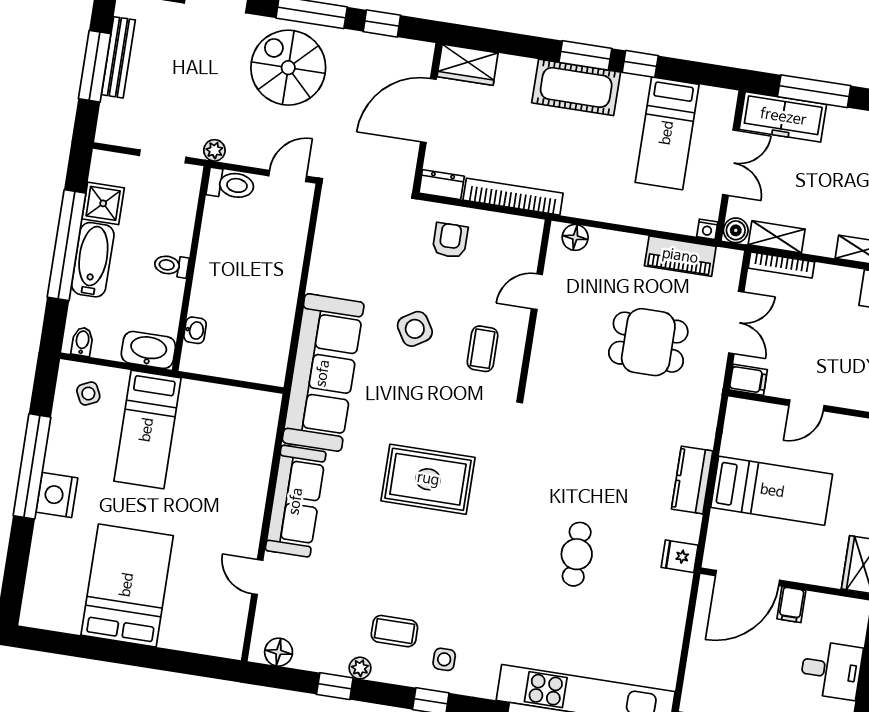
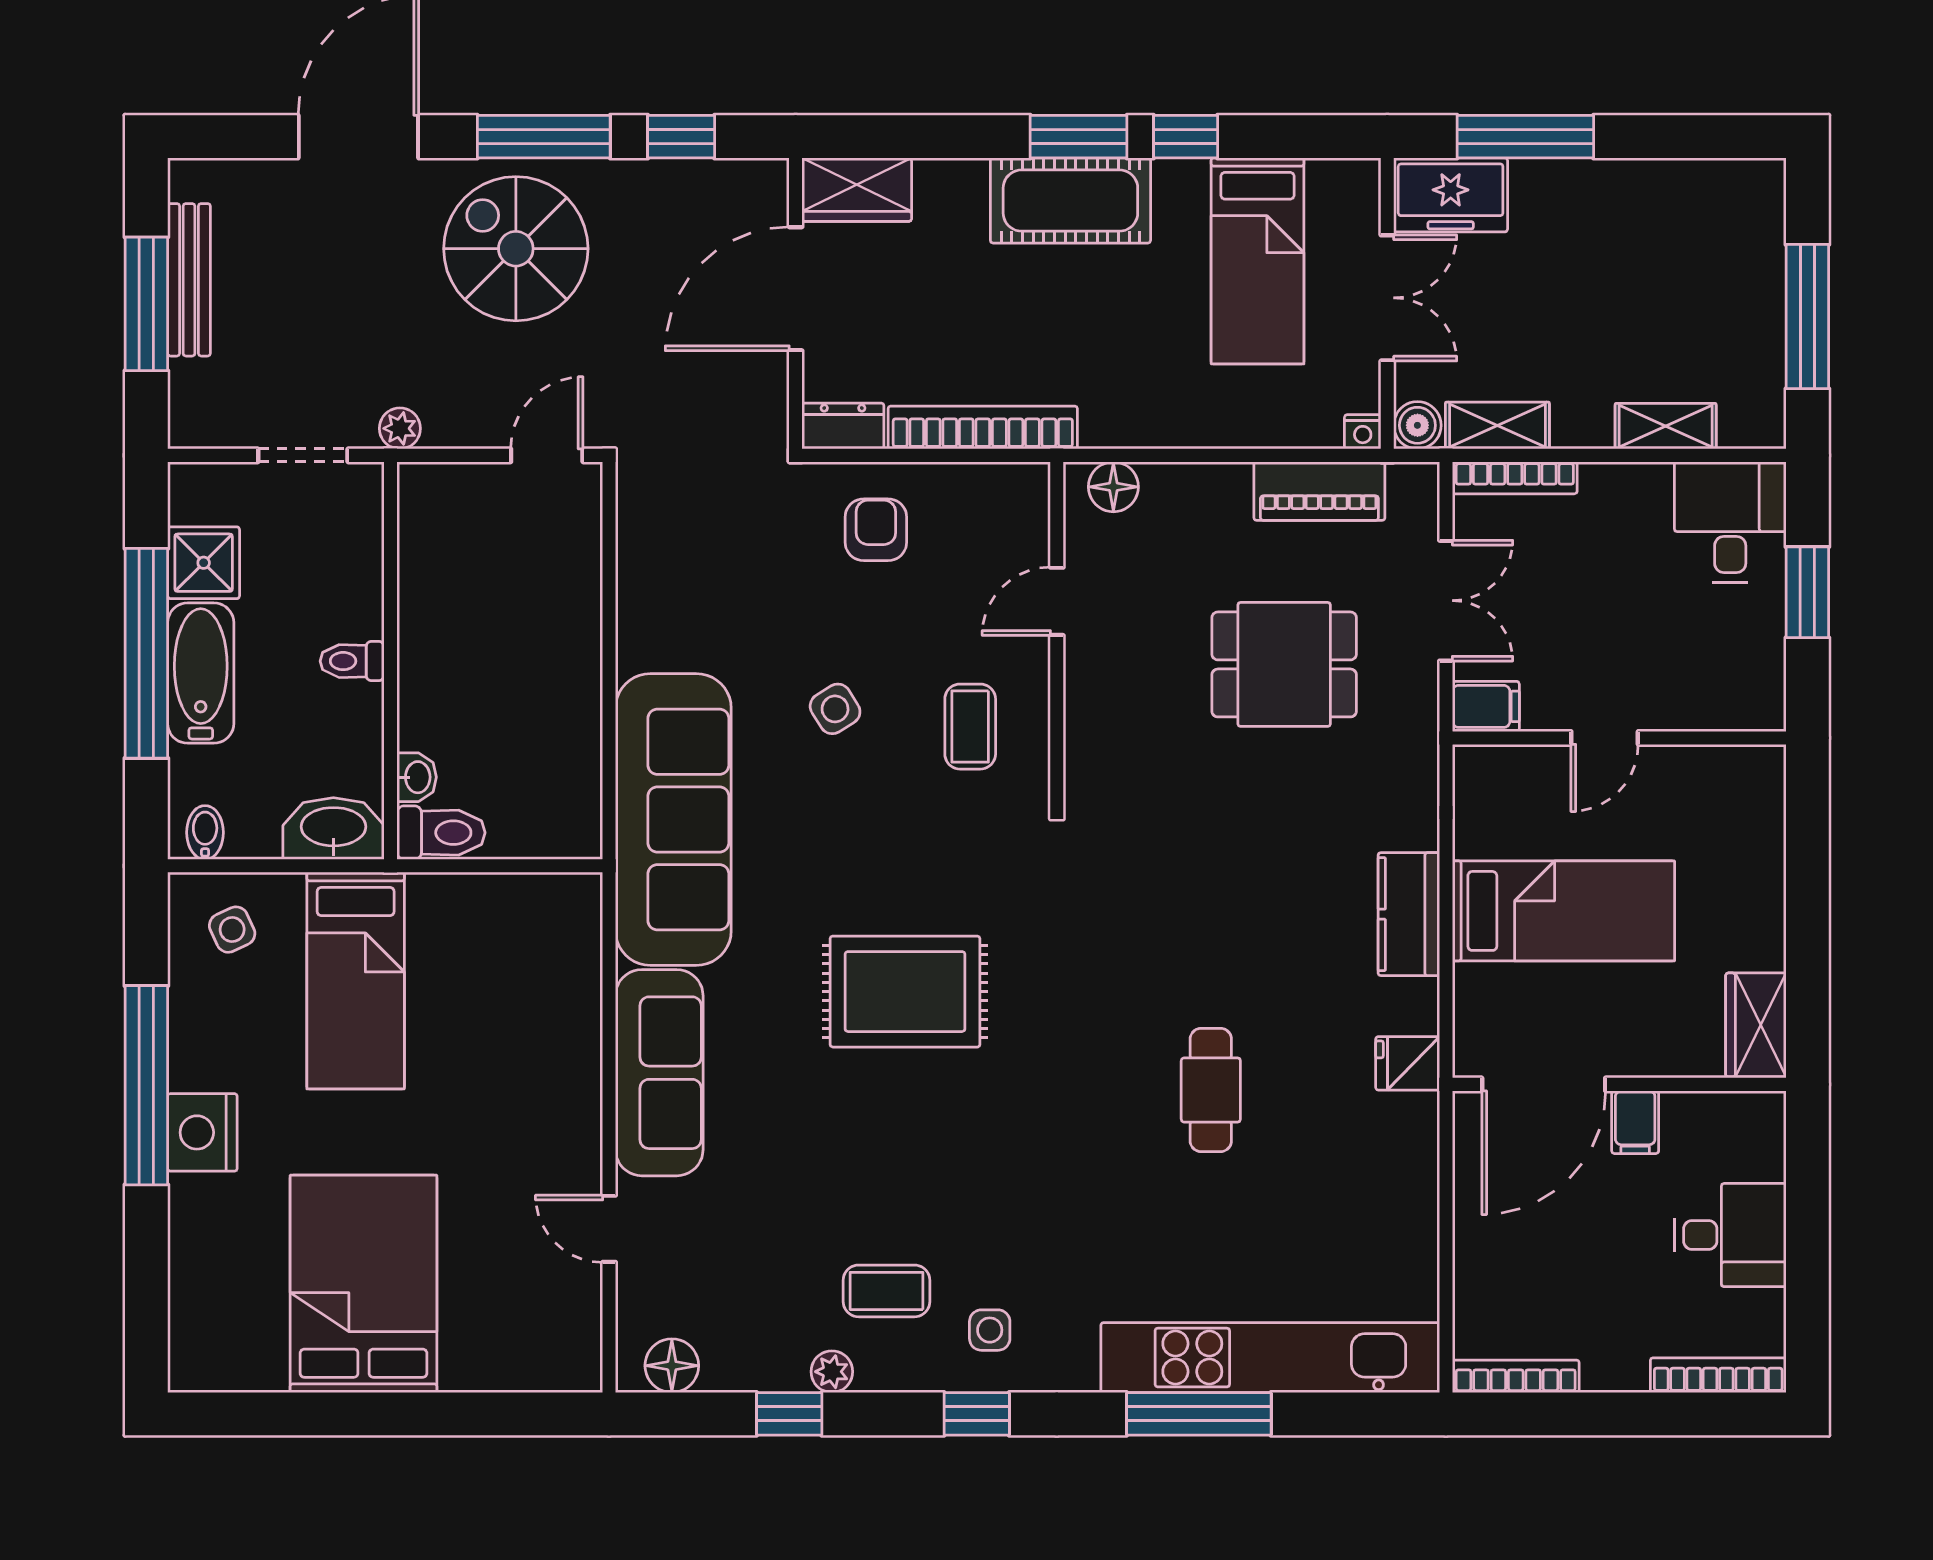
freezer: (783, 117) -> (1451, 195), width x0.71
toilet: (231, 184) -> (441, 833), moved
side table: (415, 329) -> (835, 709), width x0.73, depth x0.73

